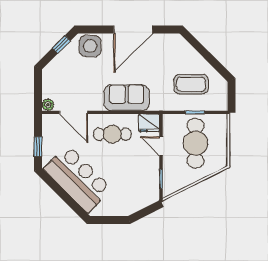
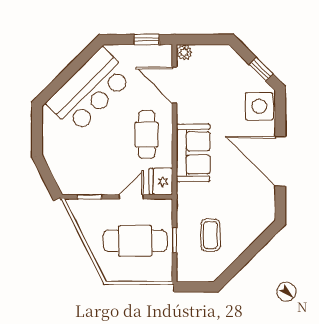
coffee table: (191, 84) -> (210, 235), width x0.73, depth x0.77
door: (74, 112) -> (174, 85), hinge flipped
window: (38, 147) -> (147, 40), moved

